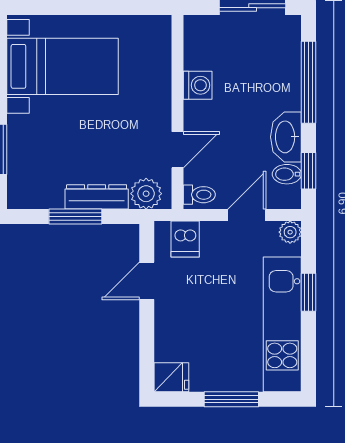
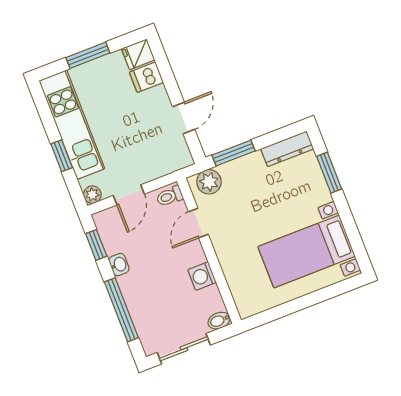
washbasin: (286, 137) -> (119, 265), width x0.52, depth x0.69
bidet: (287, 174) -> (219, 321), moved, turned 180
dresser: (97, 197) -> (287, 149), moved
window: (75, 217) -> (233, 153), moved
dishwasher: (185, 239) -> (146, 77), moved, turned -90

